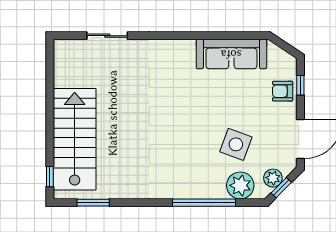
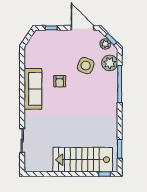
sofa: (231, 54) -> (33, 89), moved
armchair: (283, 91) -> (60, 81), moved

